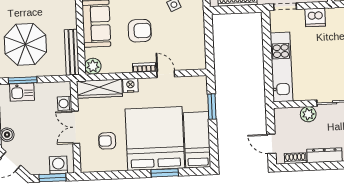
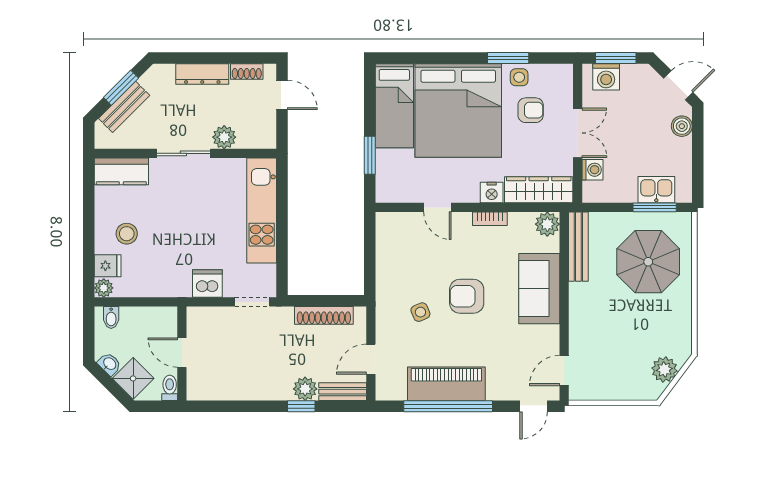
armchair: (140, 31) -> (467, 296), moved
bookcase: (144, 67) -> (490, 219), moved
side table: (116, 162) -> (519, 77), added
window: (165, 173) -> (508, 58), moved

